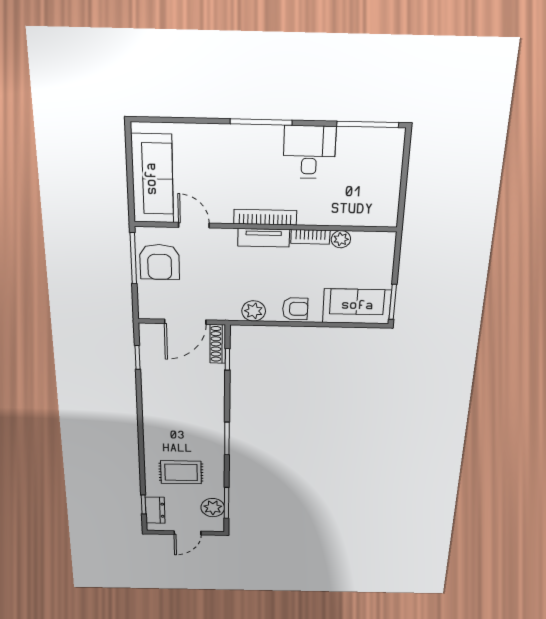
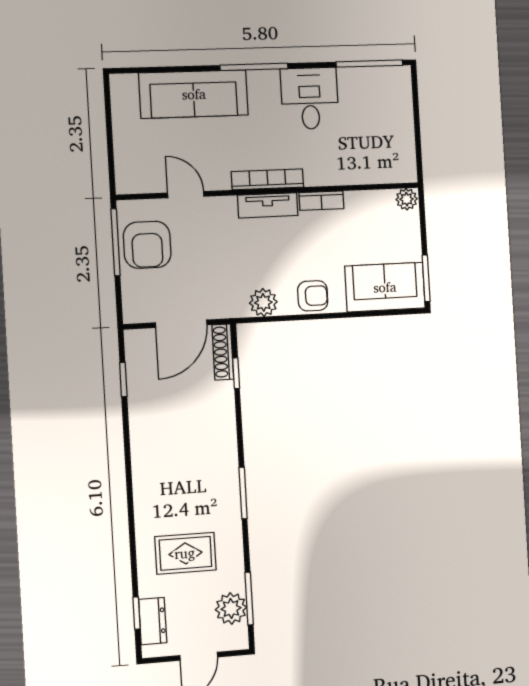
sofa: (152, 179) -> (194, 94), moved, turned 90
plant: (341, 239) -> (407, 199), moved

